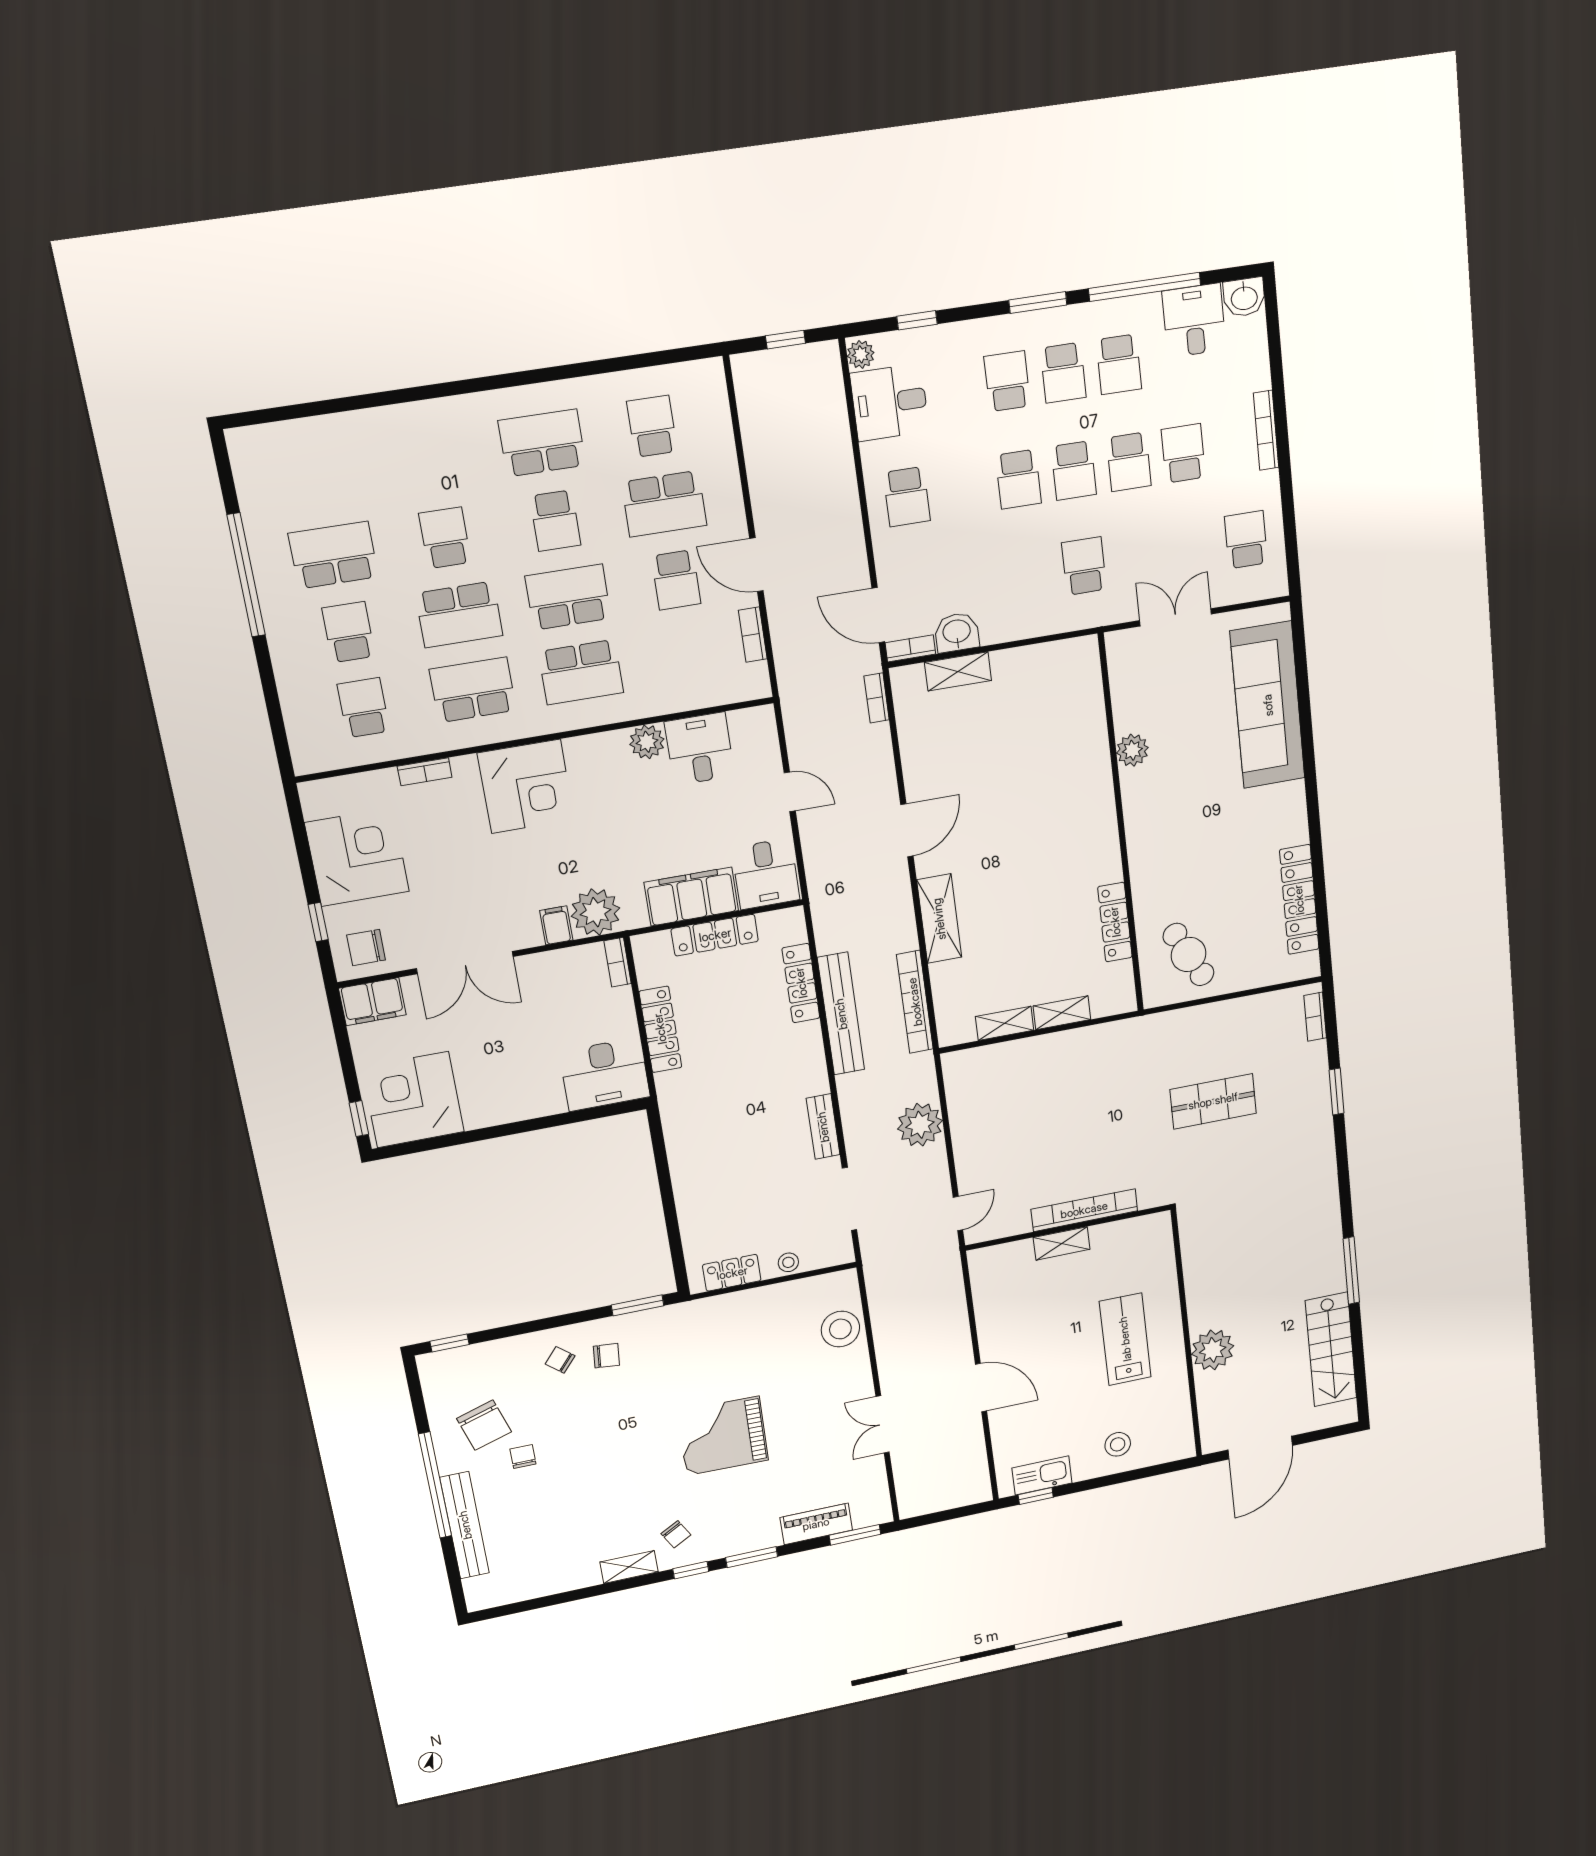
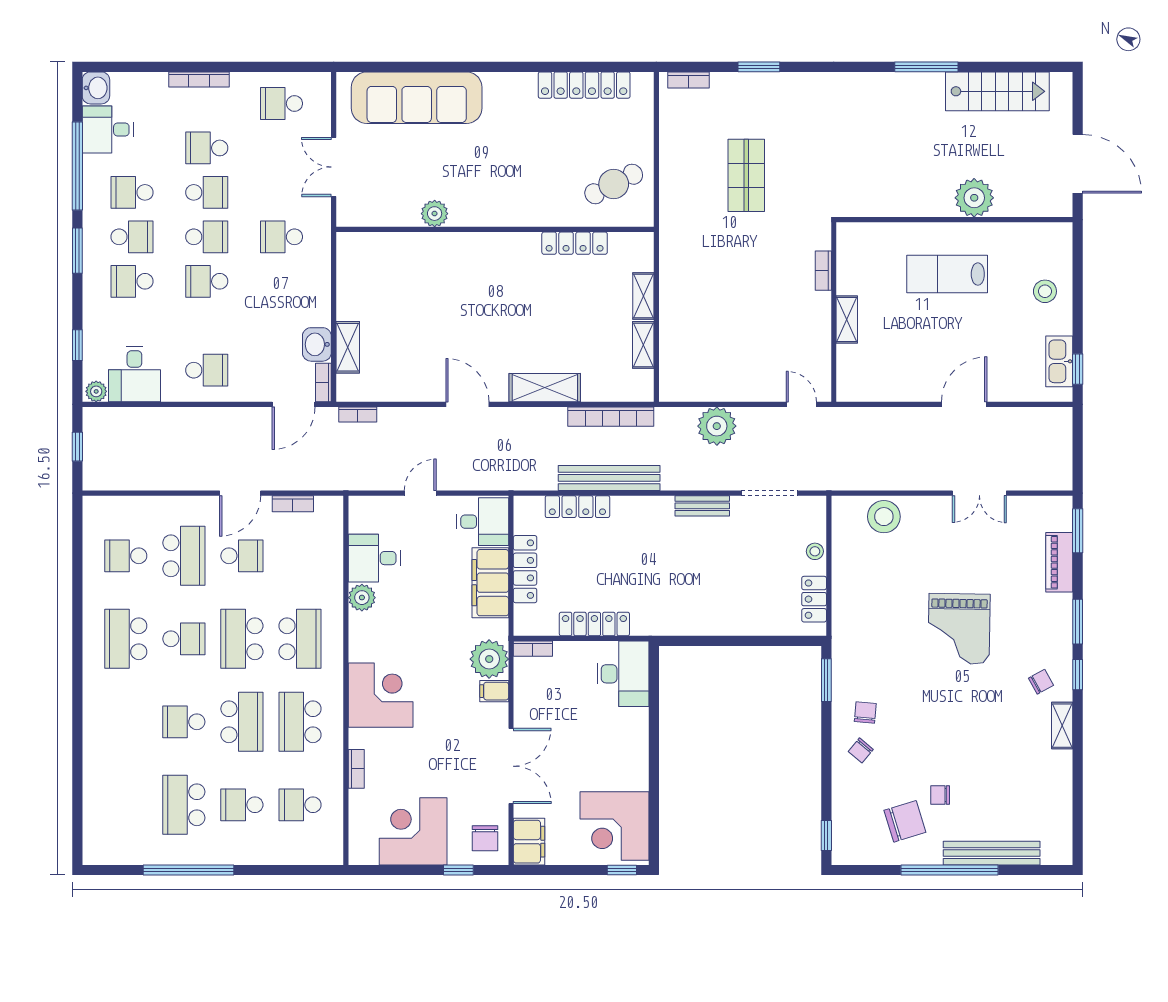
school desk: (1119, 364) -> (132, 192), turned 180
school desk: (1018, 479) -> (207, 281), turned 180
bookcase: (1084, 1210) -> (823, 271), width x0.43, depth x0.76

